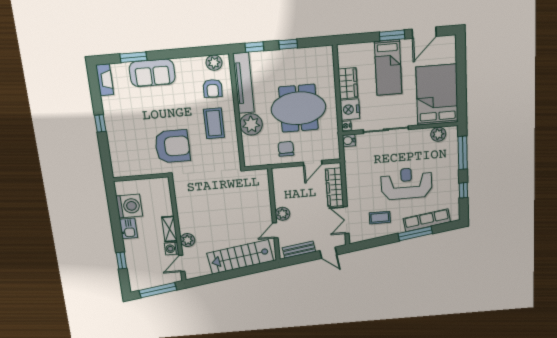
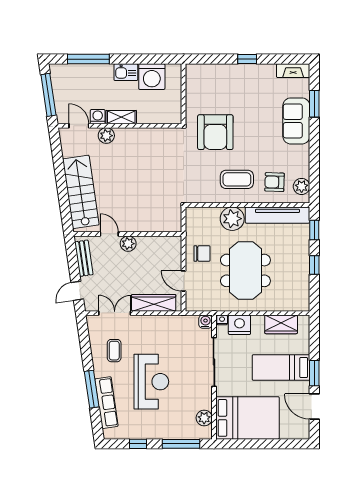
wardrobe: (348, 83) -> (281, 324), moved
window: (121, 260) -> (88, 59), width x2.17

